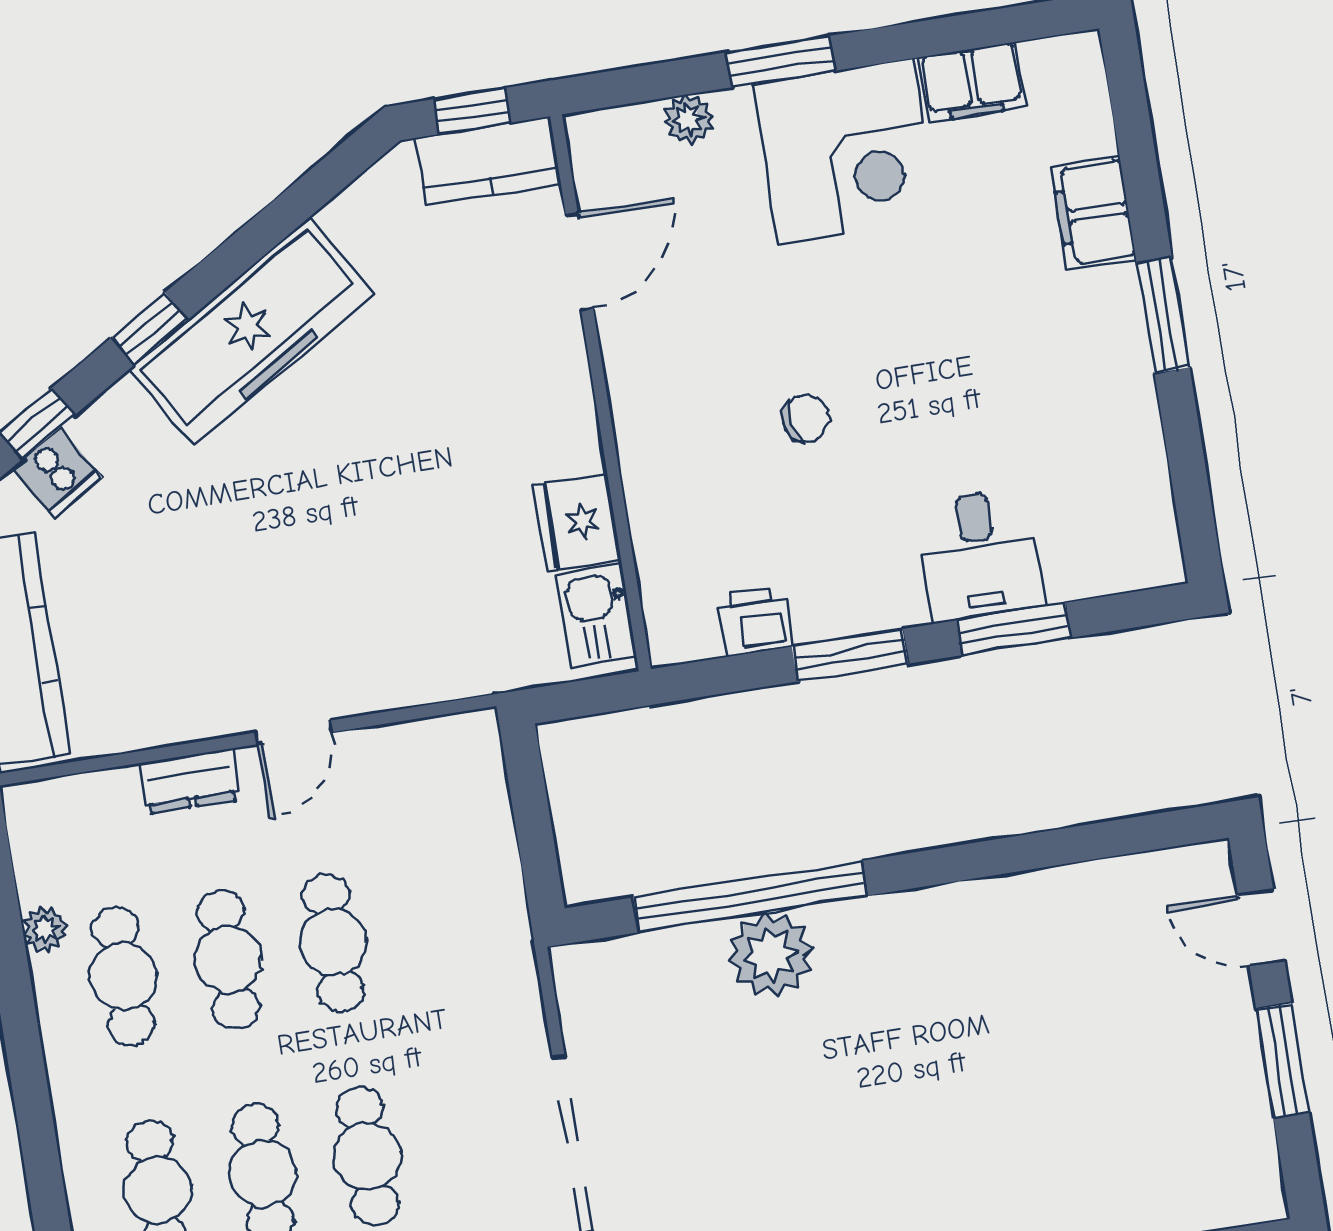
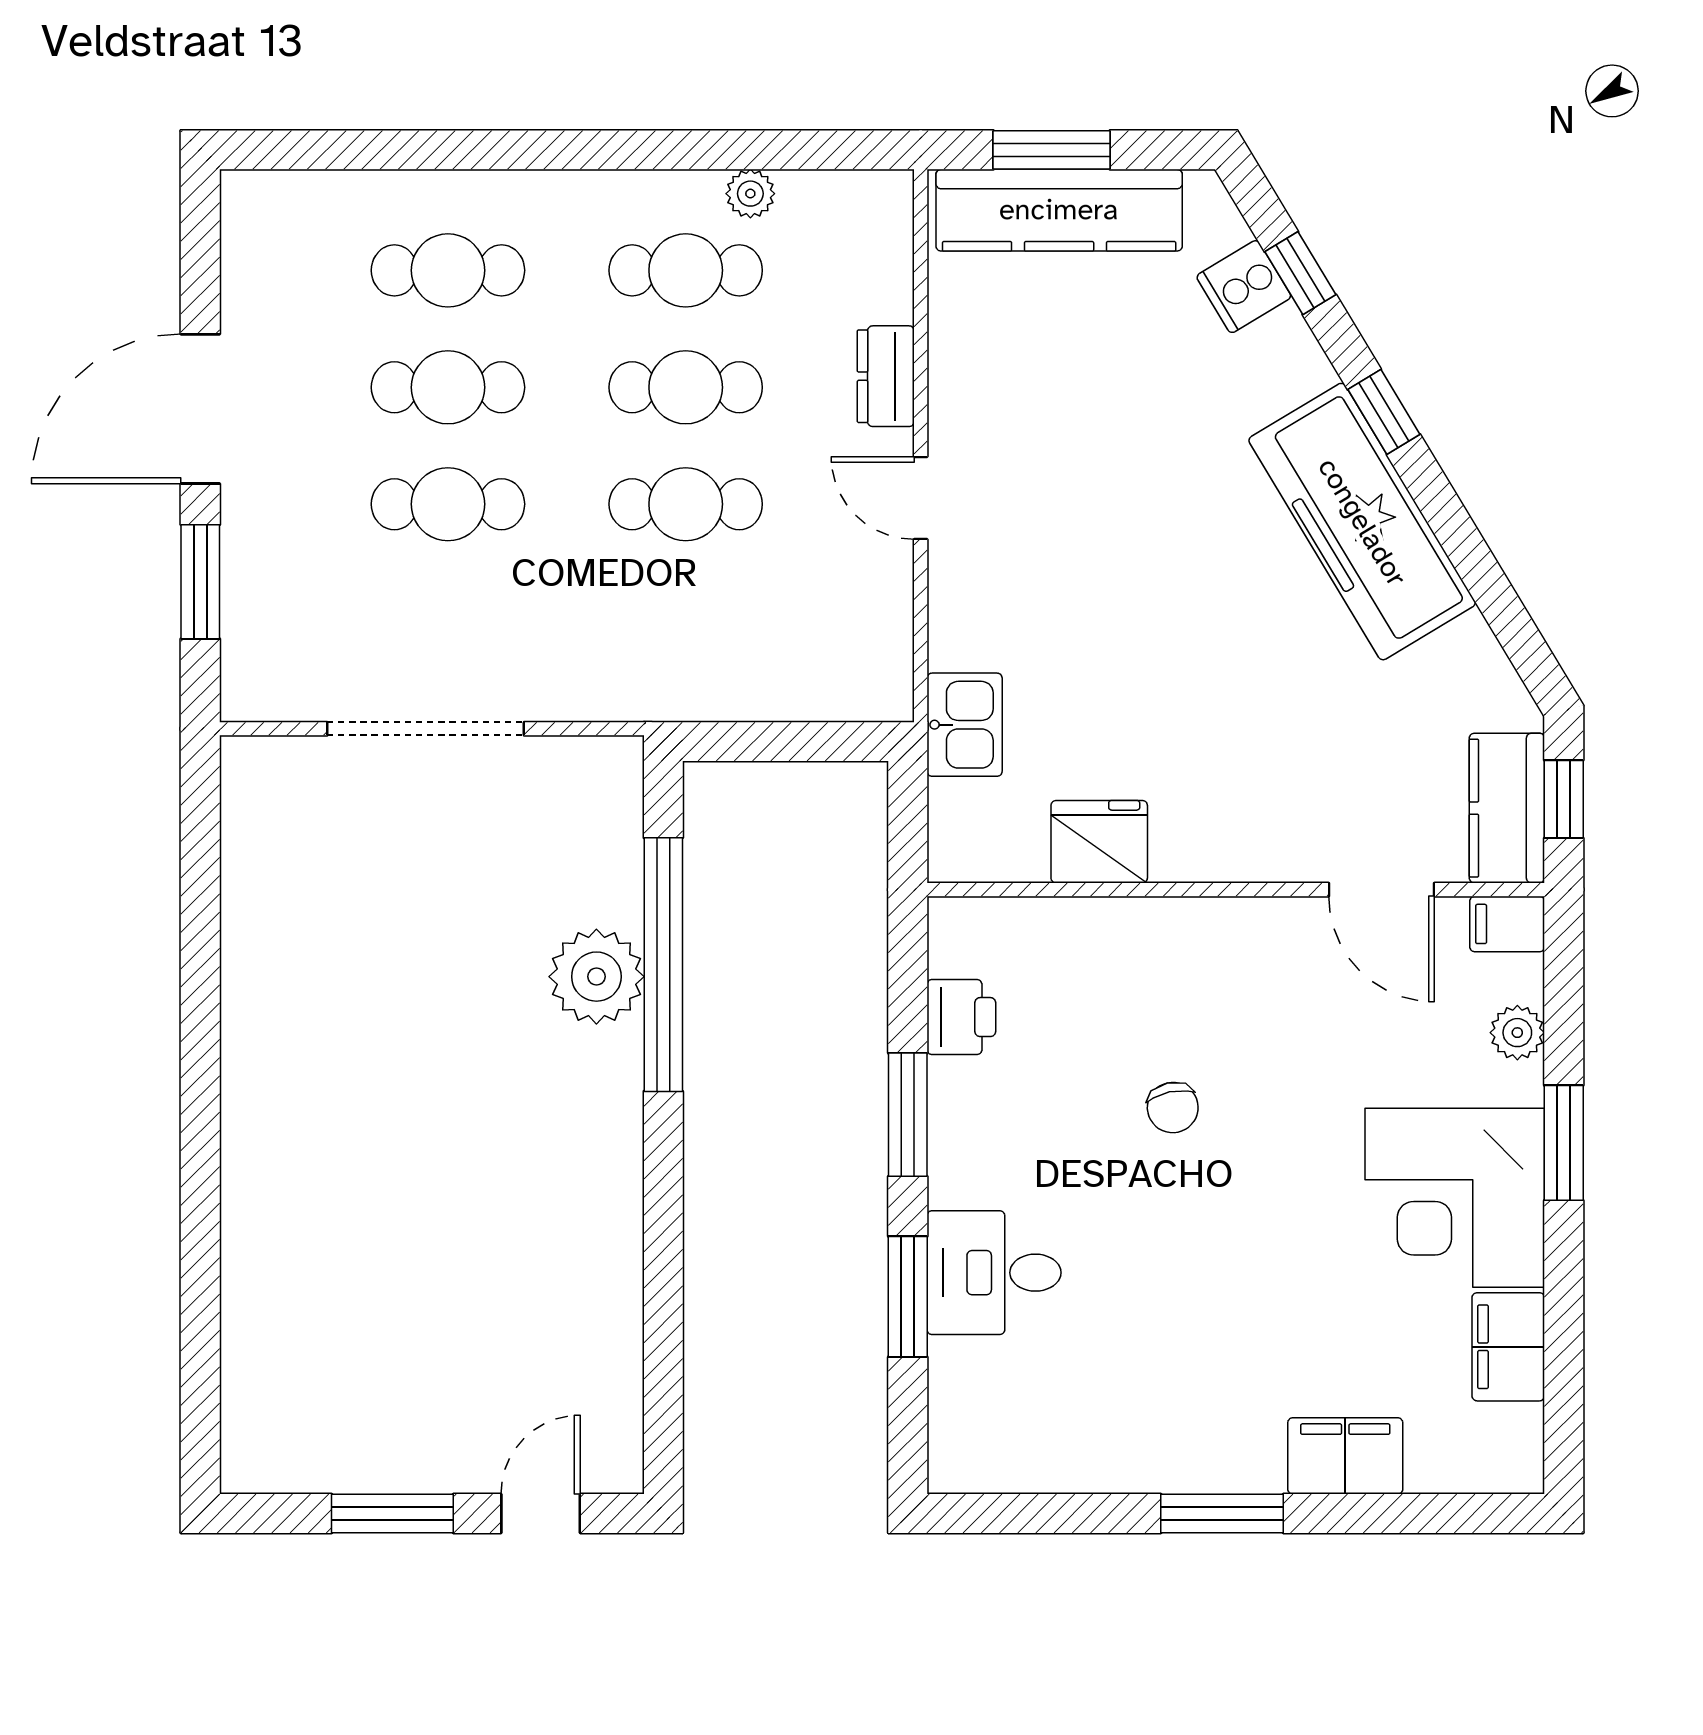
filing cabinet: (592, 144) -> (1507, 924), added
kitchen sink: (596, 616) -> (965, 725), moved, turned 90

